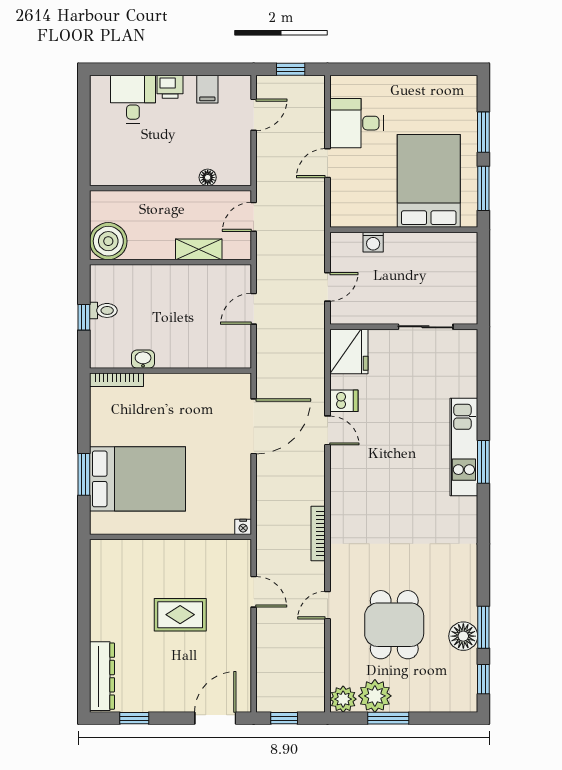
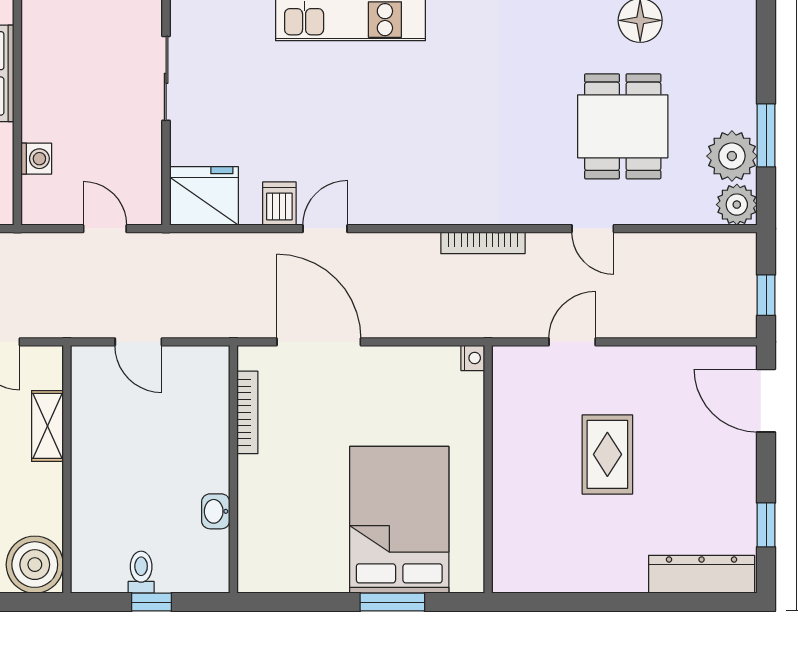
bookcase: (117, 380) -> (247, 412), moved
dining table: (394, 625) -> (623, 126), turned 90

